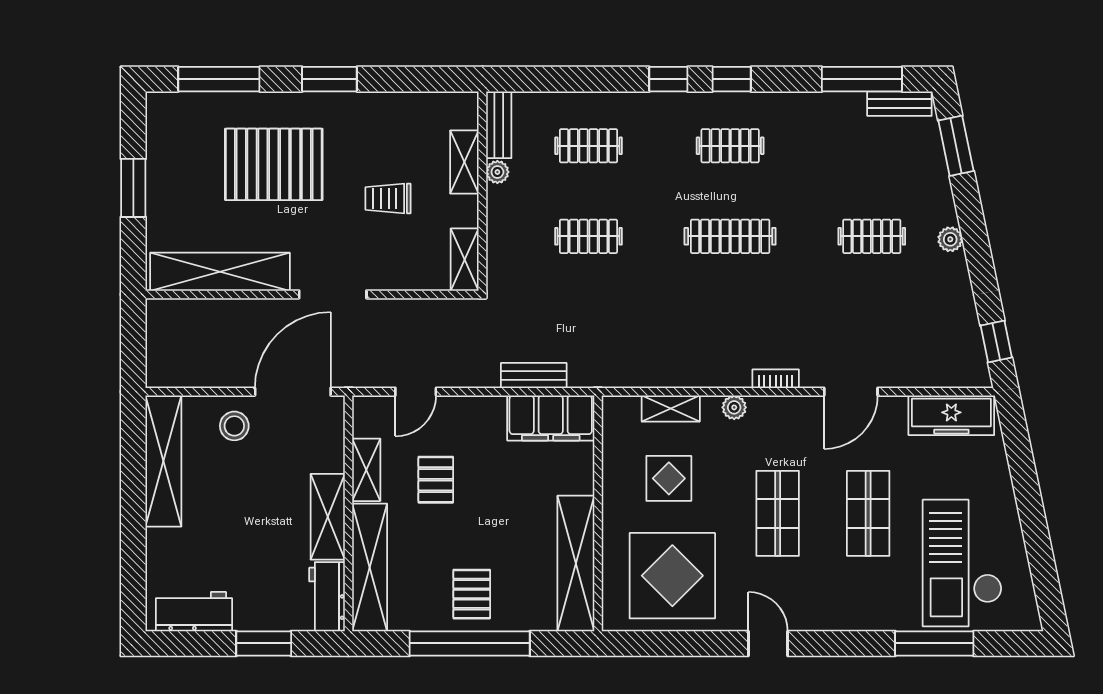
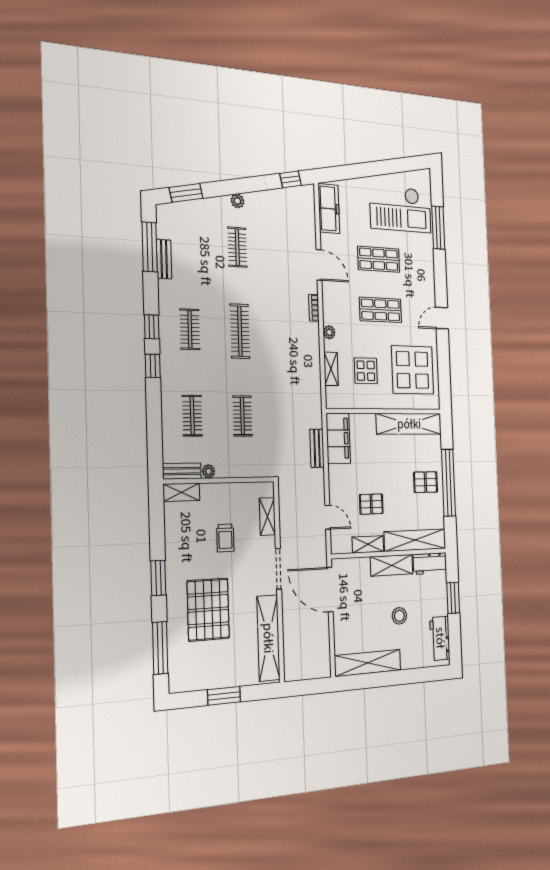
bench: (899, 104) -> (164, 259), moved
shelving: (464, 162) -> (181, 492), moved
shelving: (465, 260) -> (267, 517), moved, turned 90
stool: (234, 426) -> (399, 616), moved

